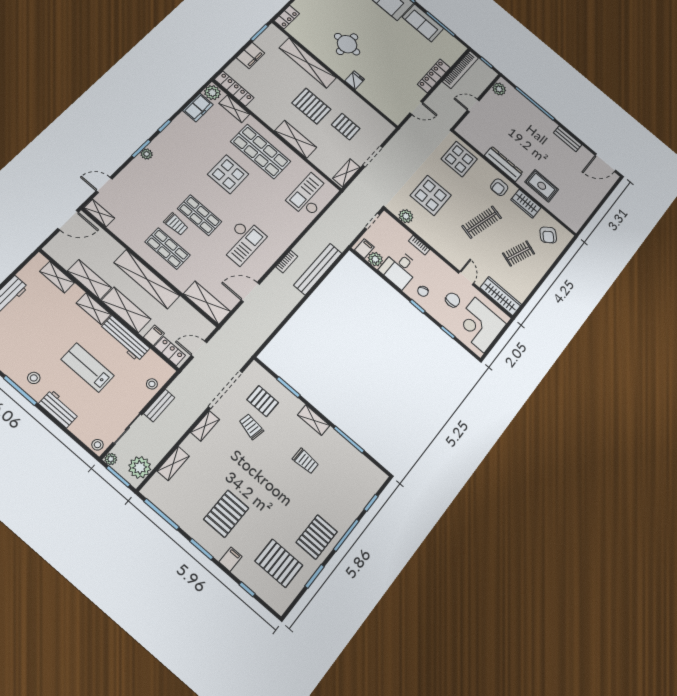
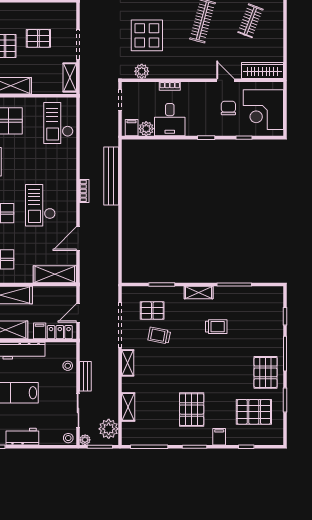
checkout: (242, 241) -> (40, 205), turned 180
chair: (423, 291) -> (201, 122), removed

